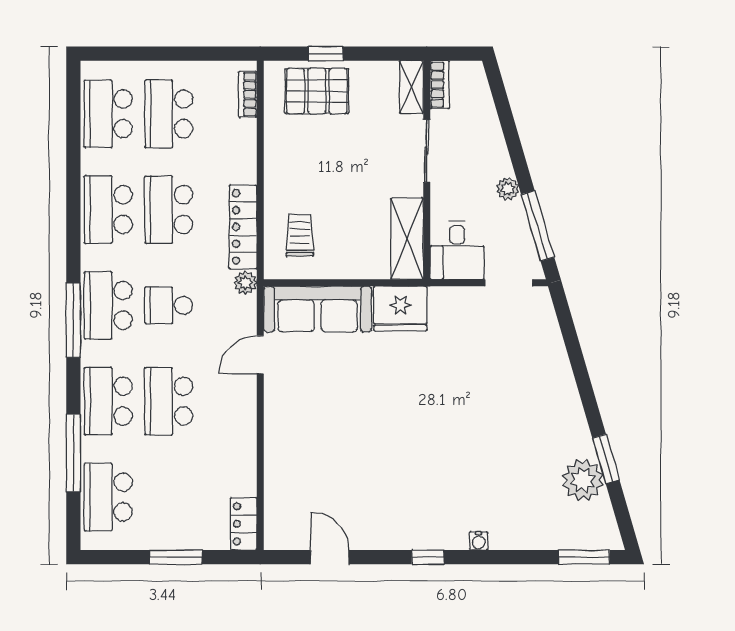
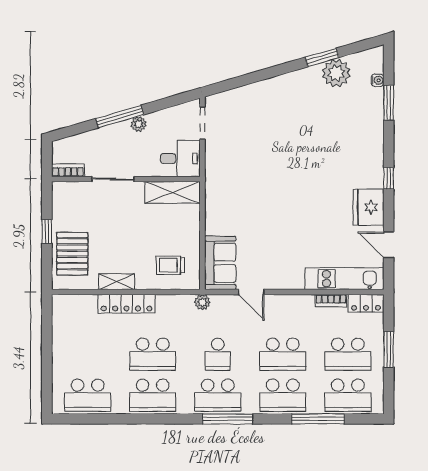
window: (326, 54) -> (47, 231), moved
shelving: (411, 87) -> (117, 282), moved
bookcase: (248, 94) -> (331, 301), moved
school desk: (169, 114) -> (348, 354), moved
window: (538, 226) -> (120, 117), moved
locker: (243, 227) -> (127, 304), moved
sofa: (318, 309) -> (220, 263), width x0.73
fridge: (400, 309) -> (369, 207), moved, turned 180
kitchen unit: (280, 492) -> (345, 279), added
water cooler: (479, 541) -> (378, 80), moved
door: (330, 557) -> (389, 245), hinge flipped
window: (584, 557) -> (389, 103), moved

